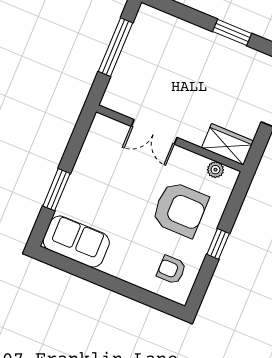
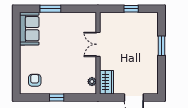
window: (232, 32) -> (162, 46), moved
window: (116, 47) -> (131, 9), width x0.46
armchair: (180, 209) -> (66, 72), removed

